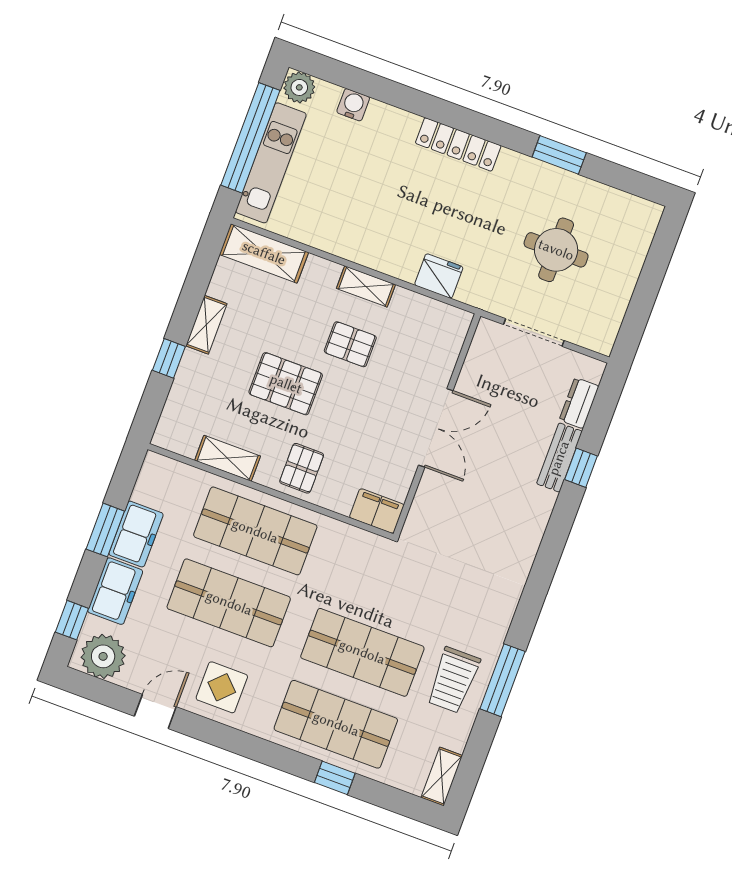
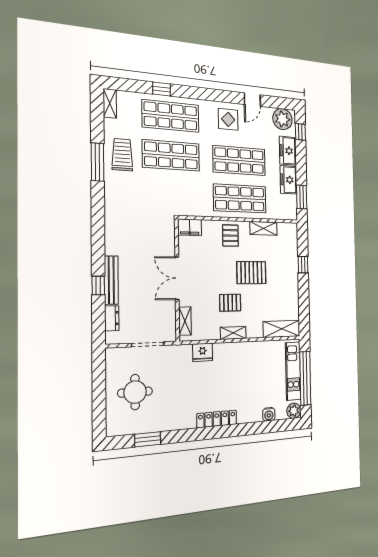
window: (559, 155) -> (148, 439), moved
round table: (556, 250) -> (135, 392), moved
shelving: (206, 325) -> (185, 321), moved
bench: (559, 458) -> (111, 280), width x1.36
window: (105, 530) -> (302, 197), moved

